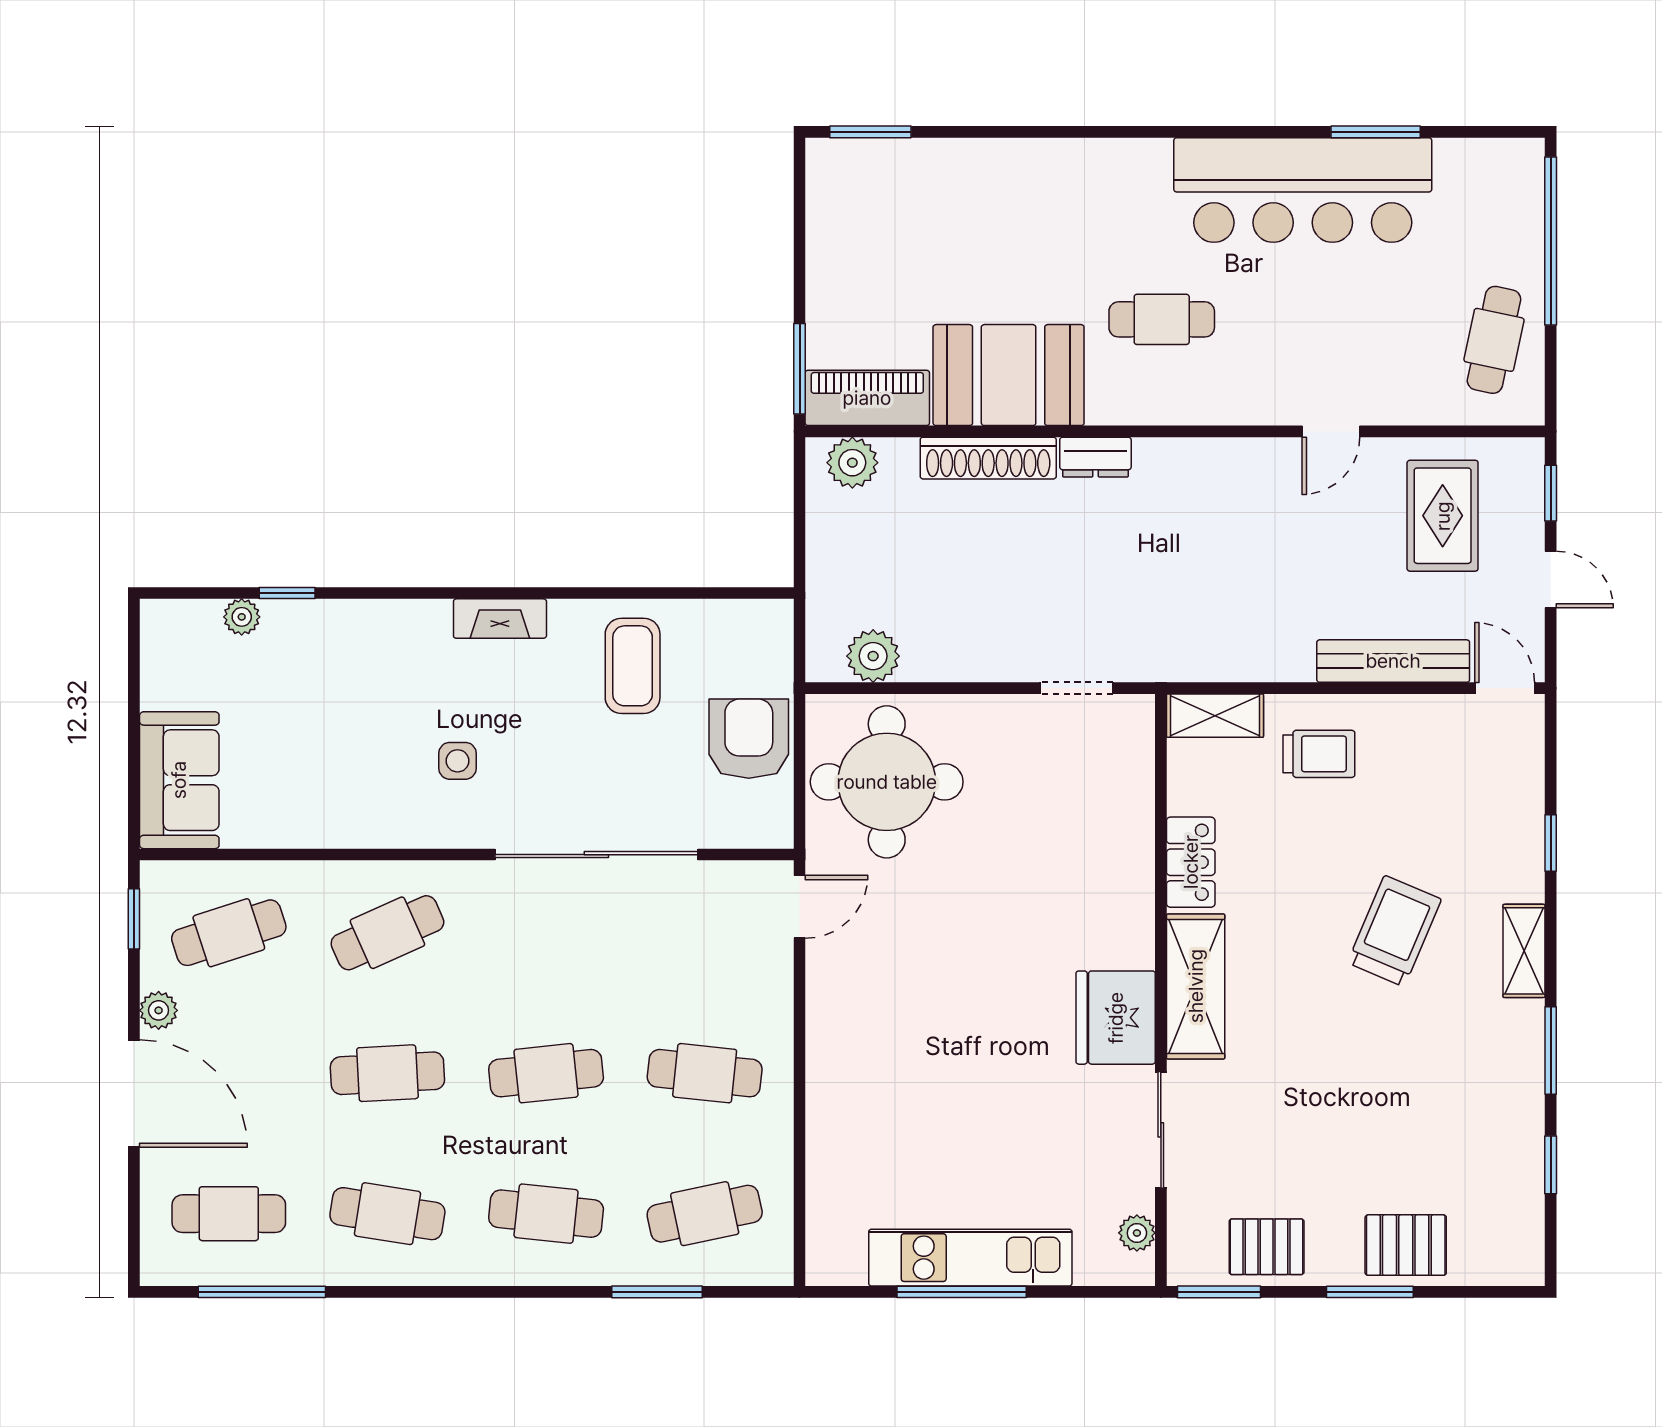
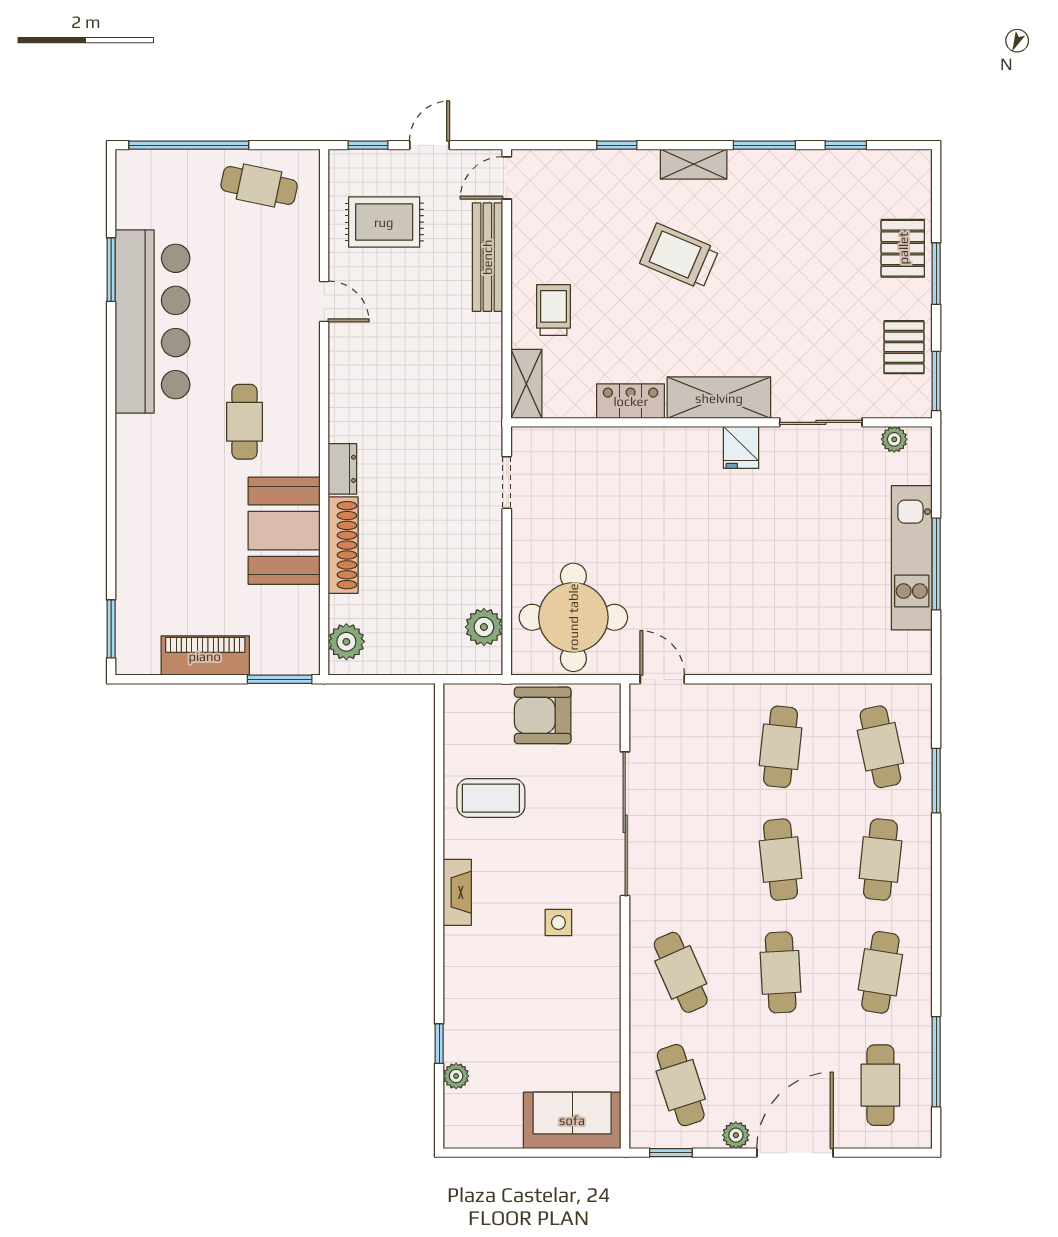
piano: (867, 398) -> (205, 656), moved, turned 90
fridge: (1116, 1018) -> (741, 447), width x0.53, depth x0.75

